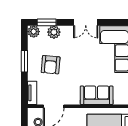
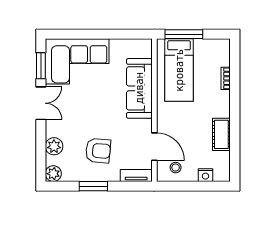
window: (47, 22) -> (41, 66), moved
sofa: (97, 95) -> (139, 88), width x1.36

